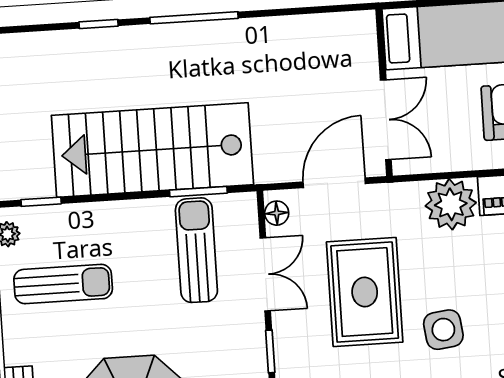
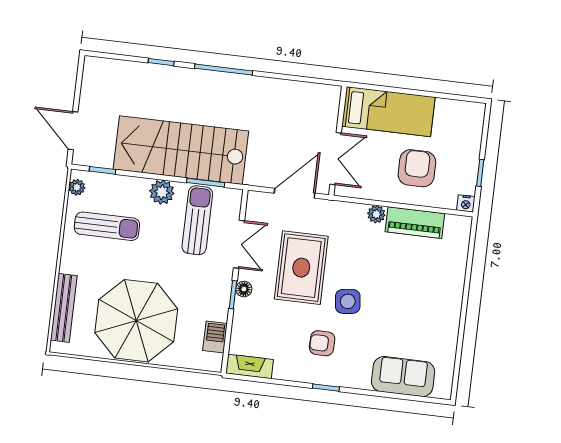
plant: (451, 204) -> (376, 214), width x0.53, depth x0.53
floor lamp: (277, 213) -> (244, 289), moved
plant: (136, 218) -> (162, 192), added

